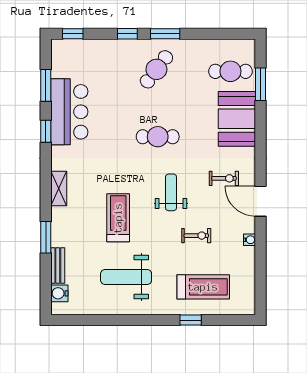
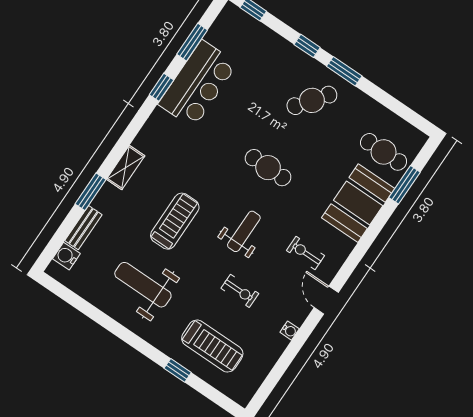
exercise bike: (224, 178) -> (305, 253), turned 180
shelving: (59, 189) -> (126, 168), moved
door: (261, 201) -> (326, 300), width x0.73

